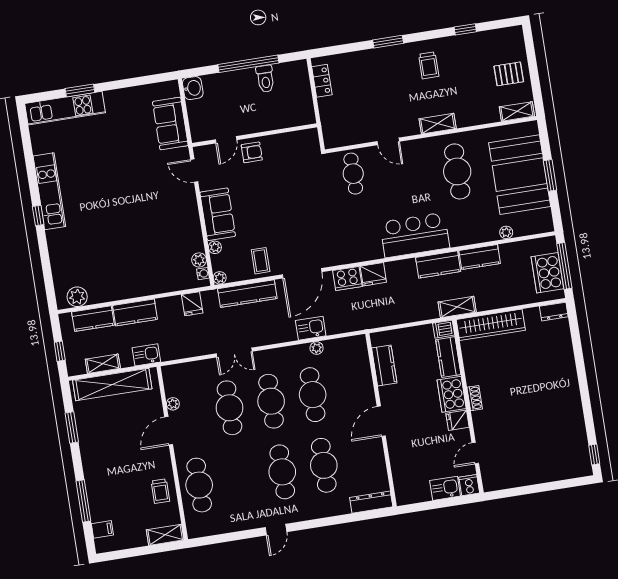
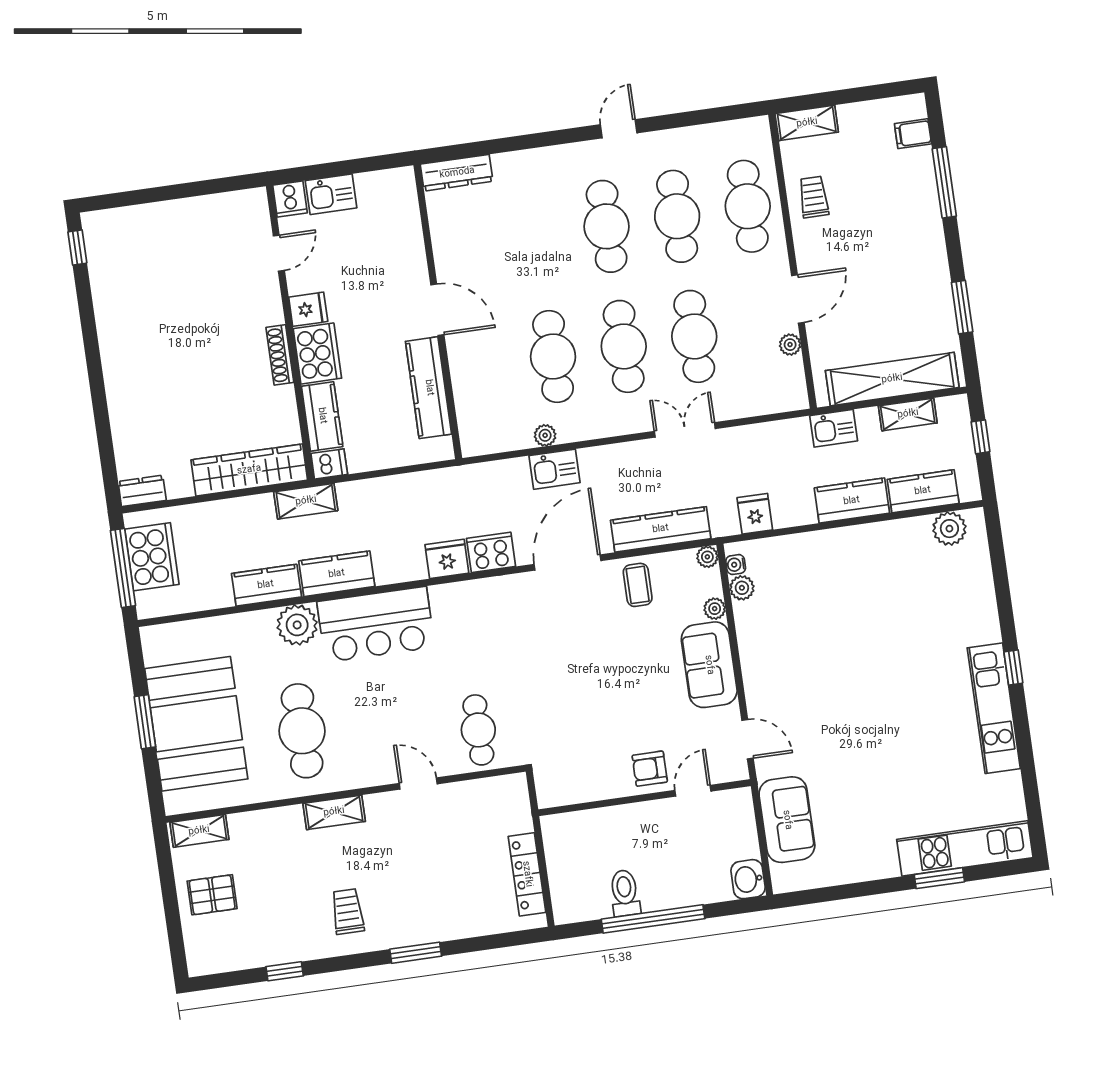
locker: (322, 81) -> (527, 874), width x1.53
plant: (506, 232) -> (297, 625), moved, width x1.88, depth x1.88
kitchen counter: (384, 365) -> (429, 388), width x1.50
shoe rack: (475, 398) -> (280, 355), width x1.43
door: (381, 421) -> (437, 310), hinge flipped
cafe table: (324, 465) -> (677, 216), moved

